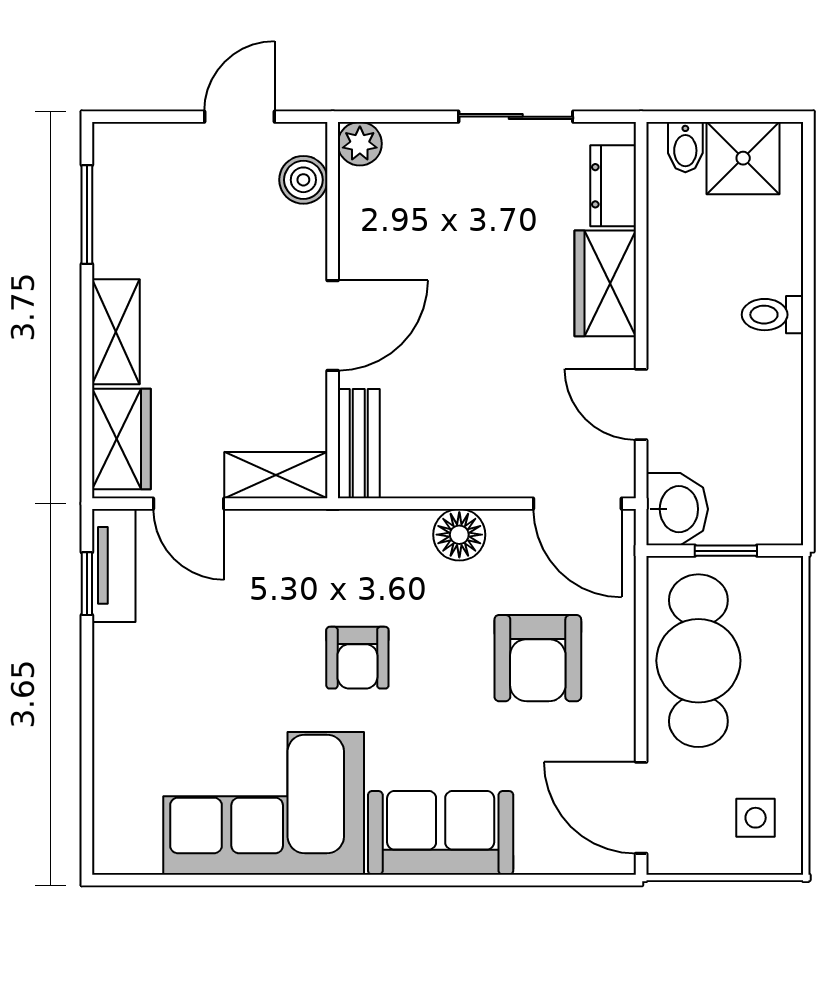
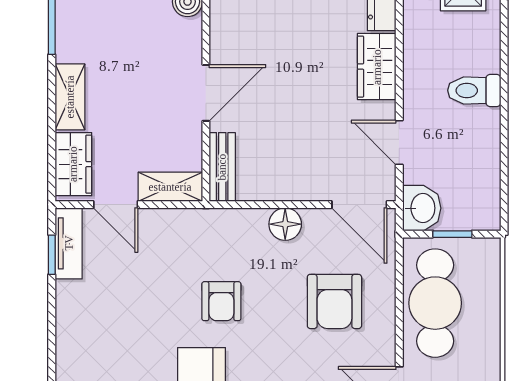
toilet: (773, 315) -> (474, 90), width x1.37, depth x1.39

